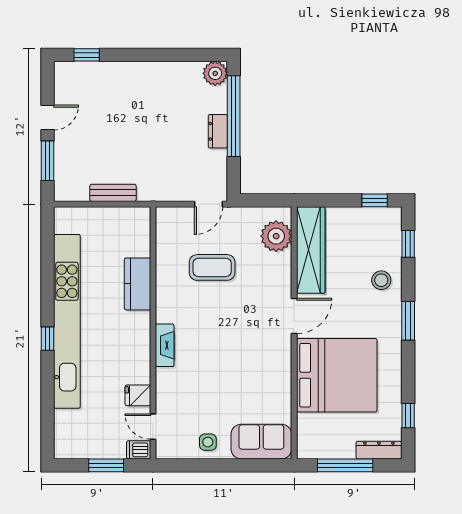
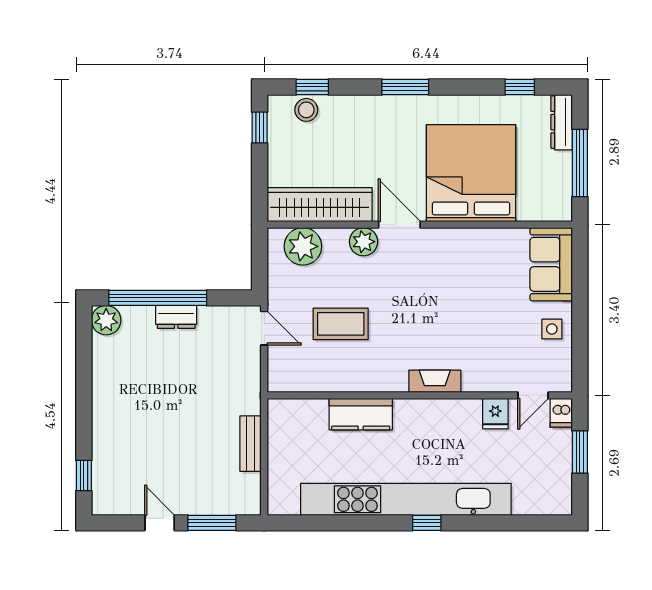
coffee table: (212, 267) -> (341, 324), turned 90
stool: (381, 280) -> (306, 110), moved
plant: (280, 286) -> (364, 242), added

